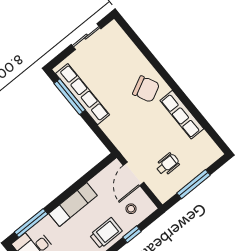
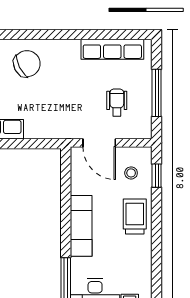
row of seats: (182, 115) -> (112, 49), moved
window: (132, 234) -> (157, 176), moved

